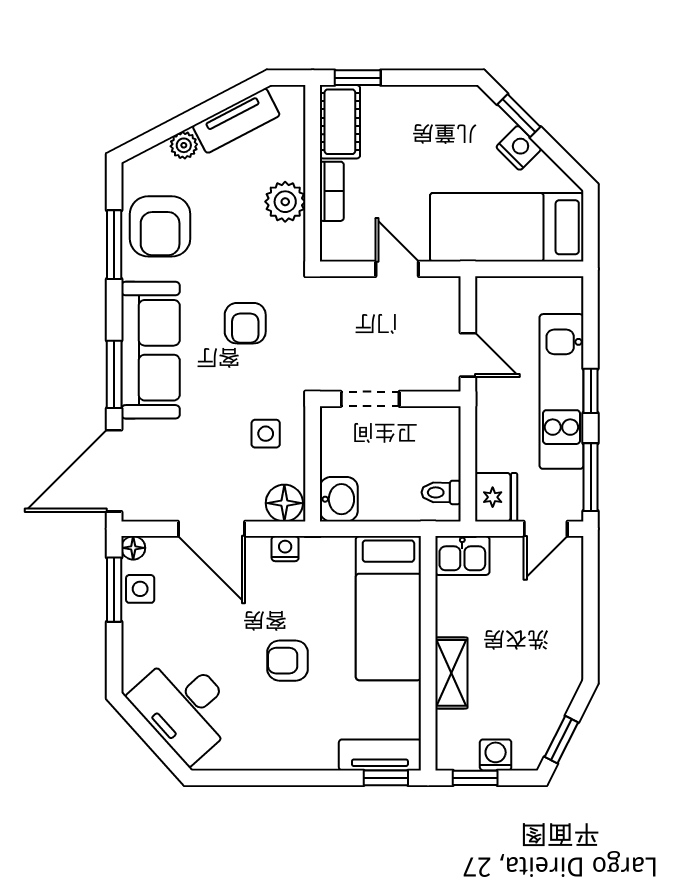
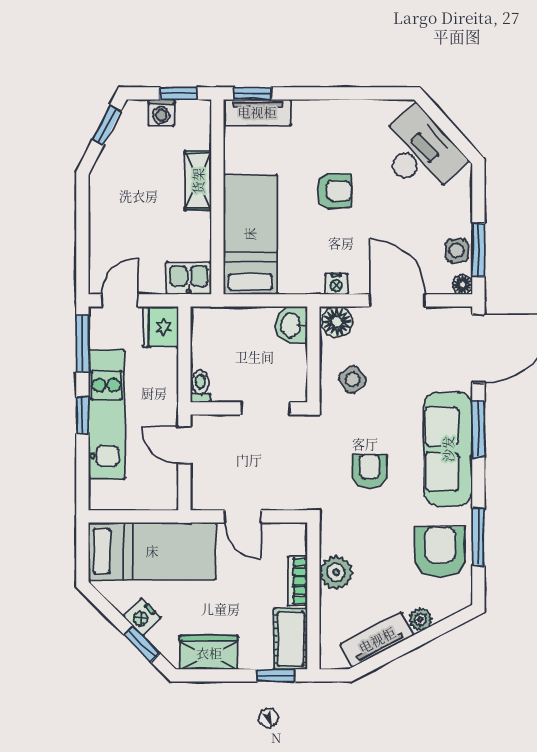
wardrobe: (439, 105) -> (209, 653), added
side table: (266, 434) -> (352, 380), turned -34
toilet: (441, 492) -> (200, 386), moved, turned -90

